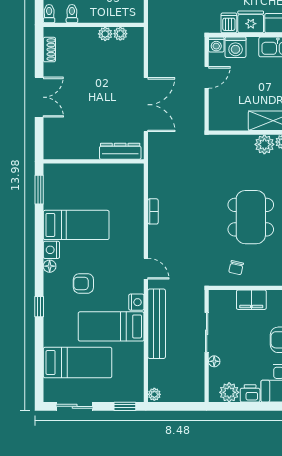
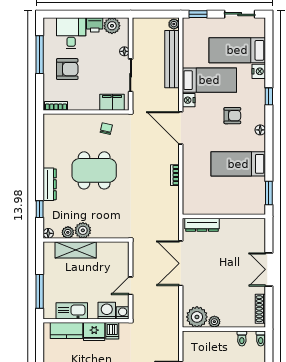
plant: (120, 34) -> (197, 317), width x1.88, depth x1.88
shoe rack: (49, 50) -> (260, 309), width x1.43
dining table: (251, 217) -> (94, 170), turned 90
nightstand: (51, 250) -> (259, 71), moved
door: (146, 269) -> (181, 128), width x1.88
filing cabinet: (251, 300) -> (112, 102), moved
bench: (157, 324) -> (172, 59), moved

